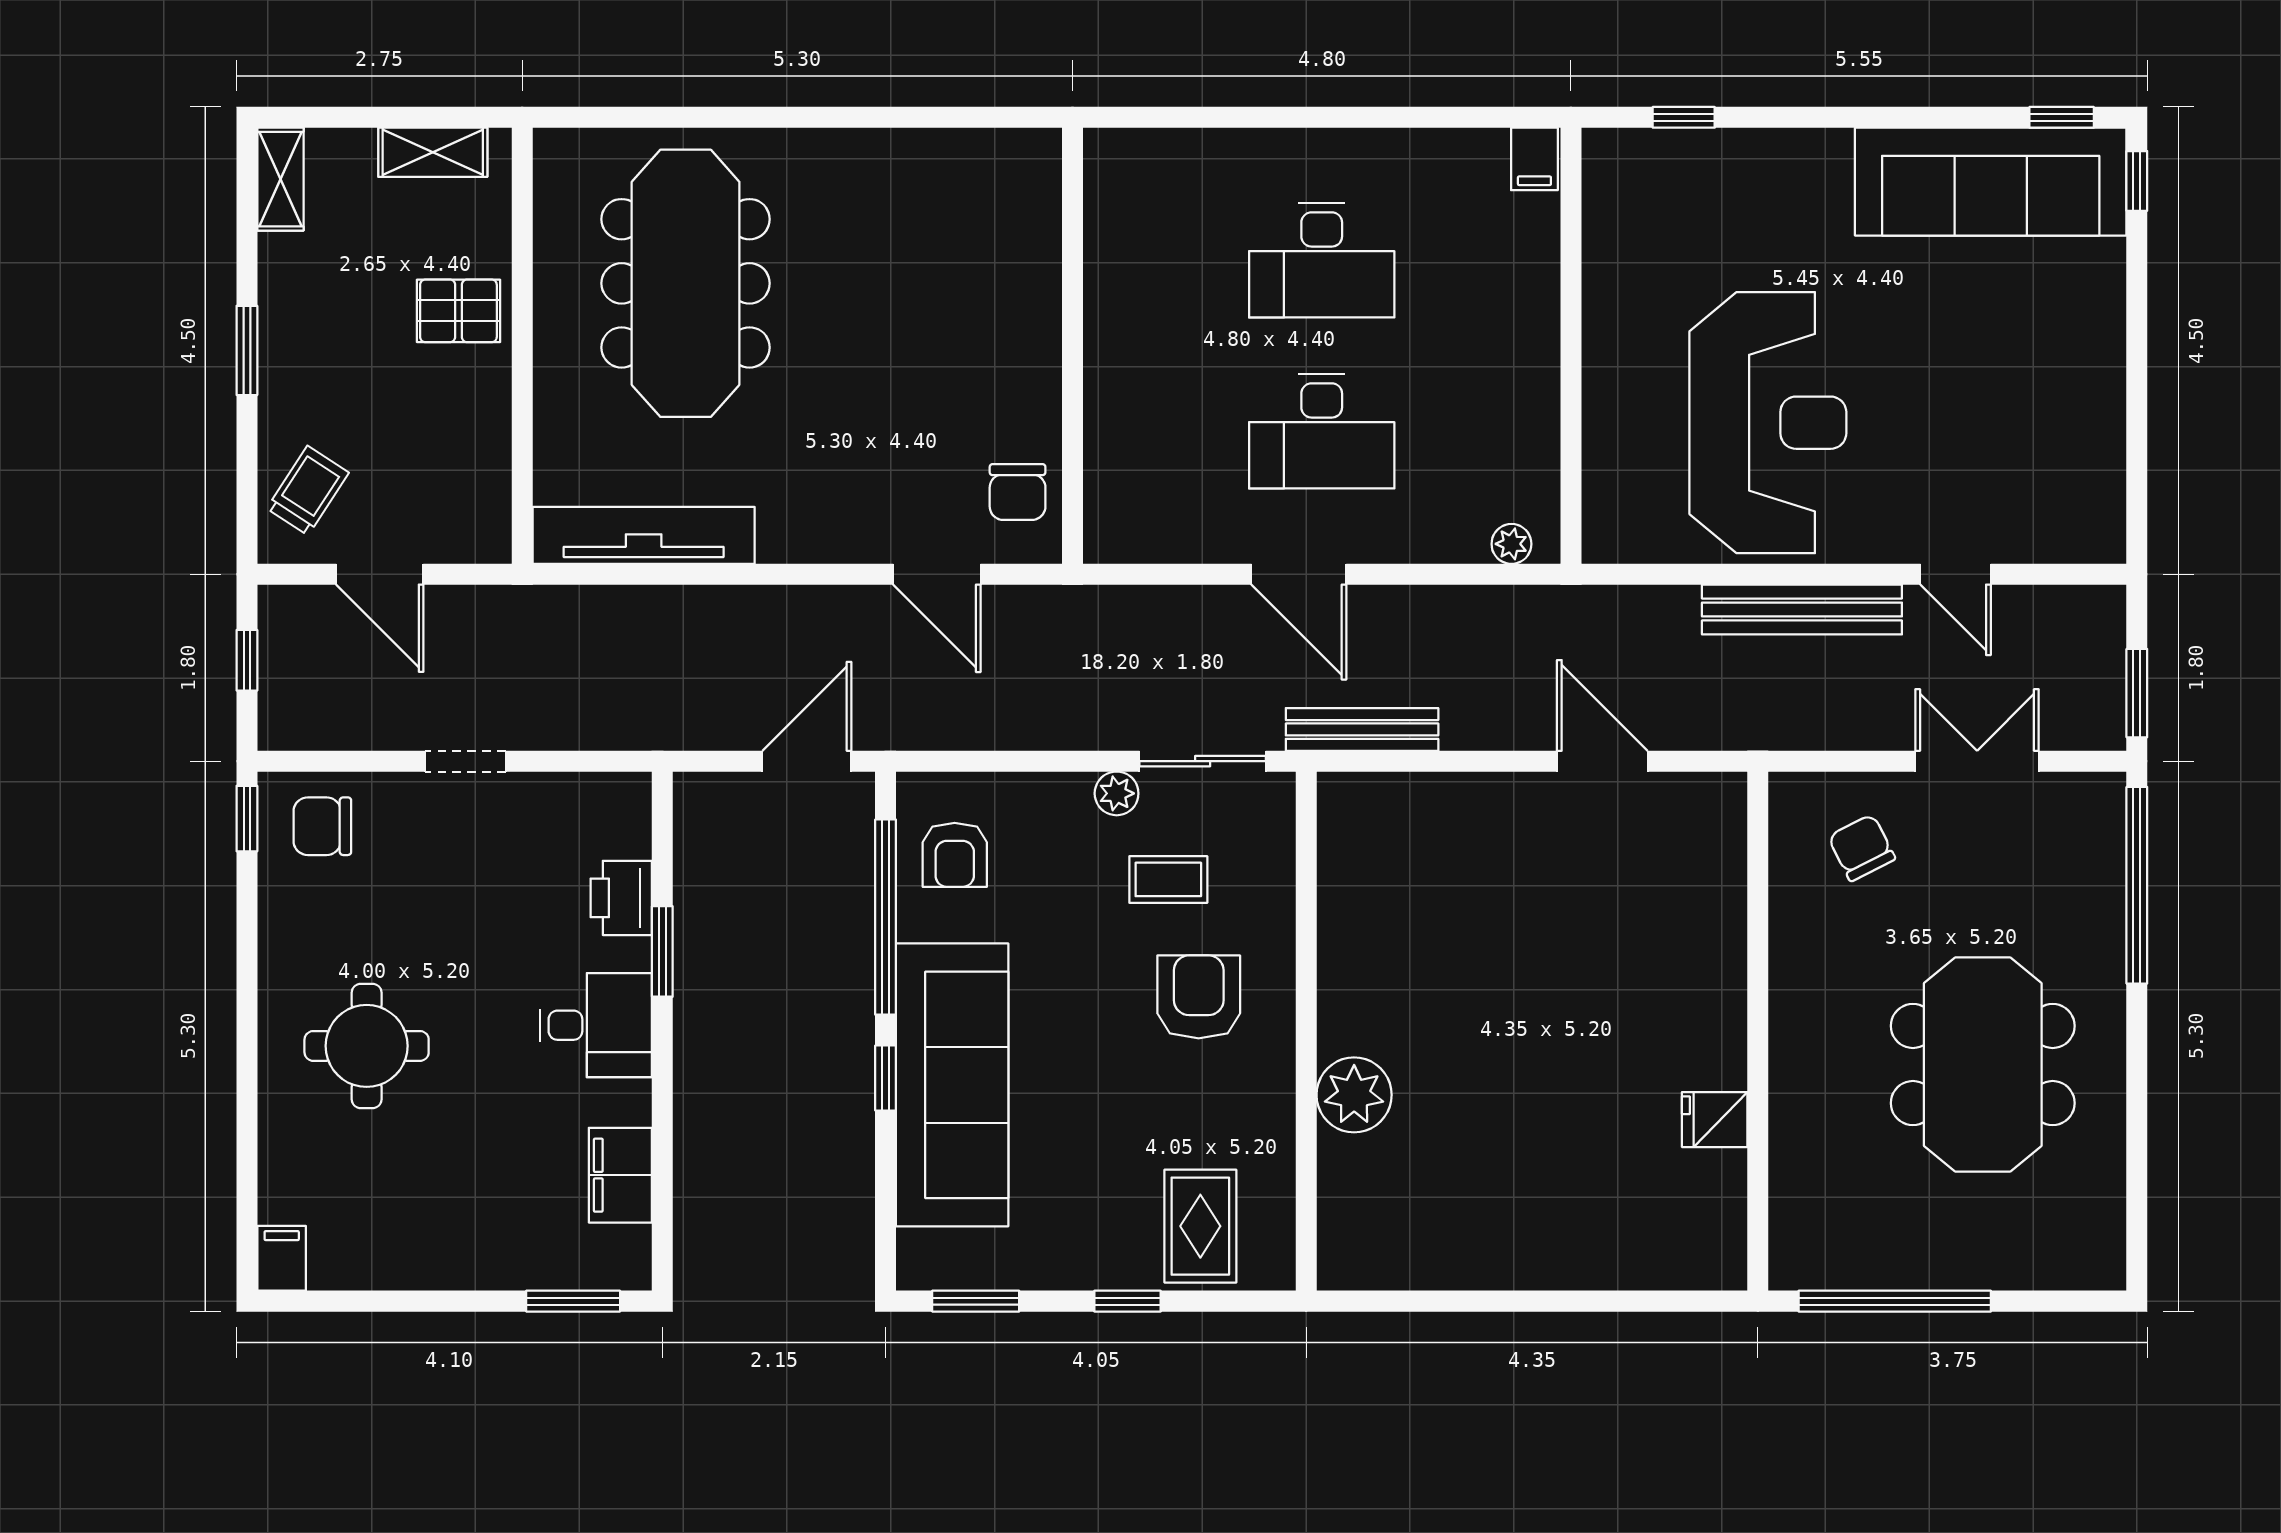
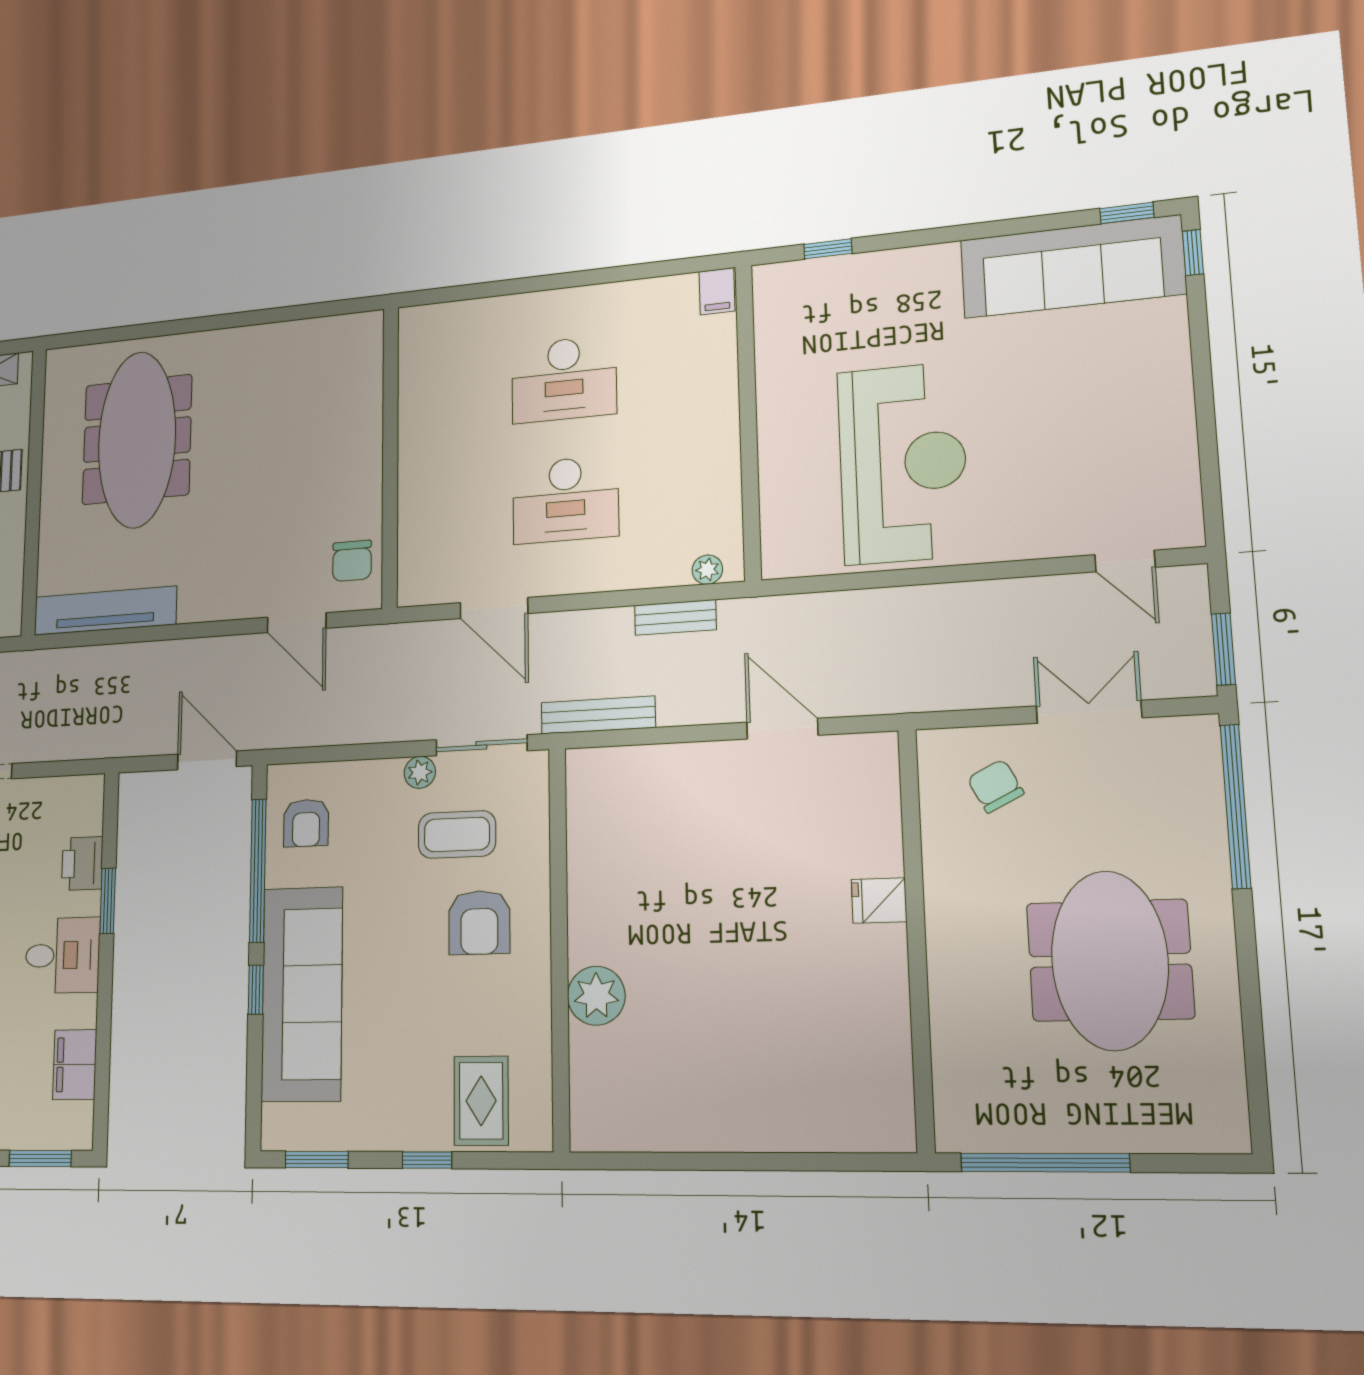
door: (1299, 574) -> (494, 608), moved
door: (1956, 574) -> (1125, 561), moved
bench: (1802, 610) -> (675, 617), moved, width x0.54, depth x0.82
door: (807, 761) -> (207, 760), hinge flipped
coffee table: (1168, 879) -> (457, 834), width x1.36, depth x1.30
armchair: (1199, 997) -> (479, 923), turned 180
fridge: (1715, 1120) -> (879, 901), moved

